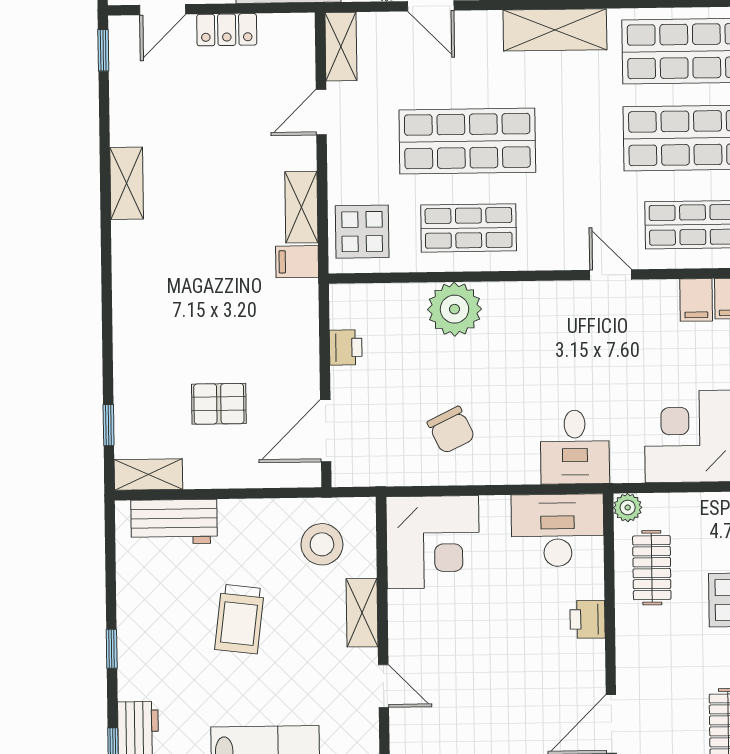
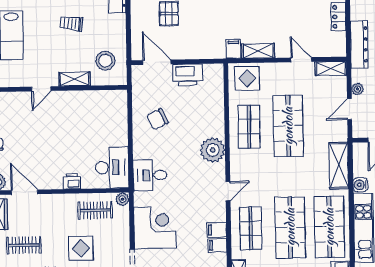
plant: (455, 309) -> (213, 150), moved
printer: (346, 347) -> (188, 75), width x1.87, depth x1.48
corner desk: (433, 542) -> (107, 111), removed
trolley: (240, 619) -> (71, 23), width x0.73, depth x0.72

